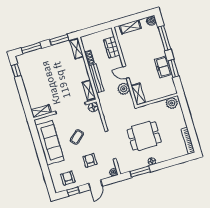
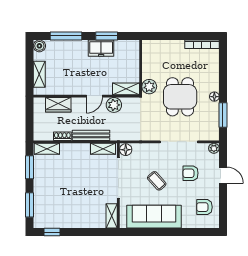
plant: (172, 103) -> (149, 87), moved
window: (73, 191) -> (223, 205), removed

